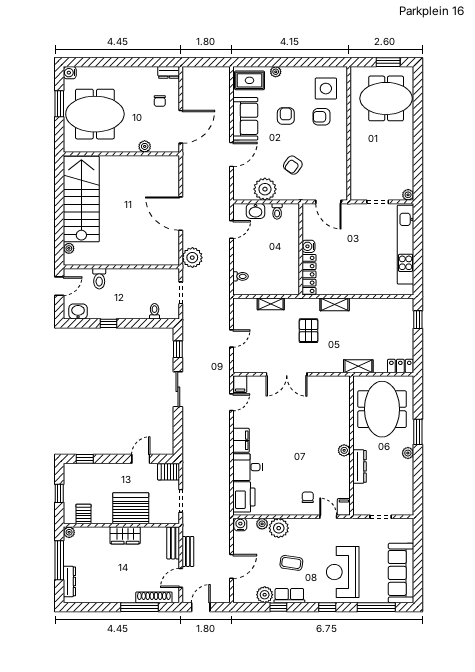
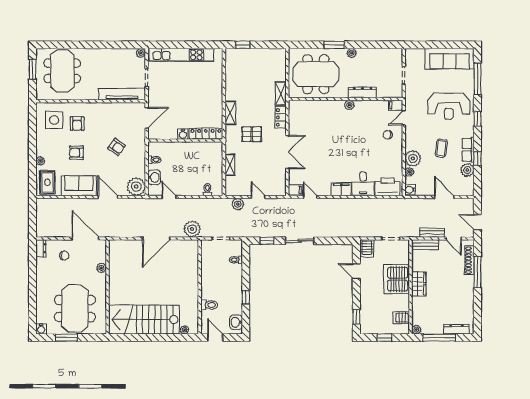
tv unit: (358, 172) -> (122, 94), added
plant: (265, 189) -> (136, 187), moved
plant: (223, 314) -> (238, 204), added
locker: (400, 366) -> (281, 117), moved

